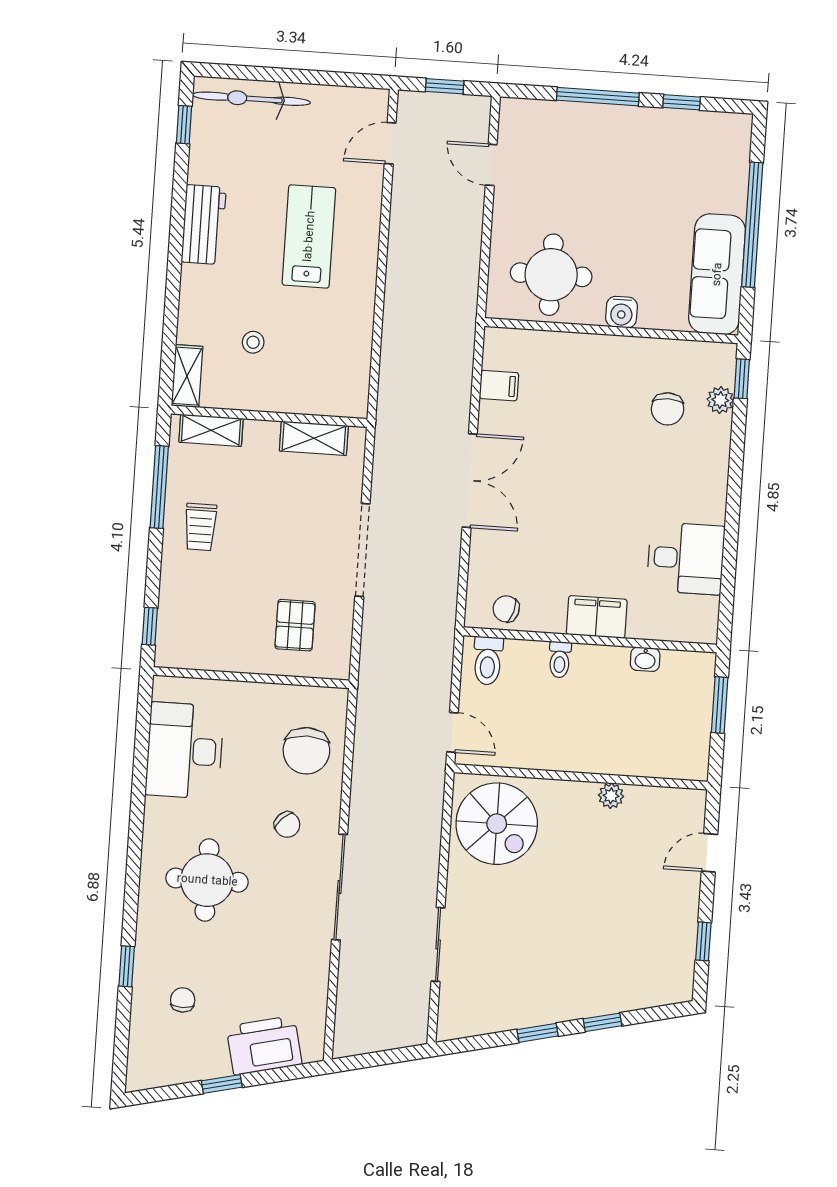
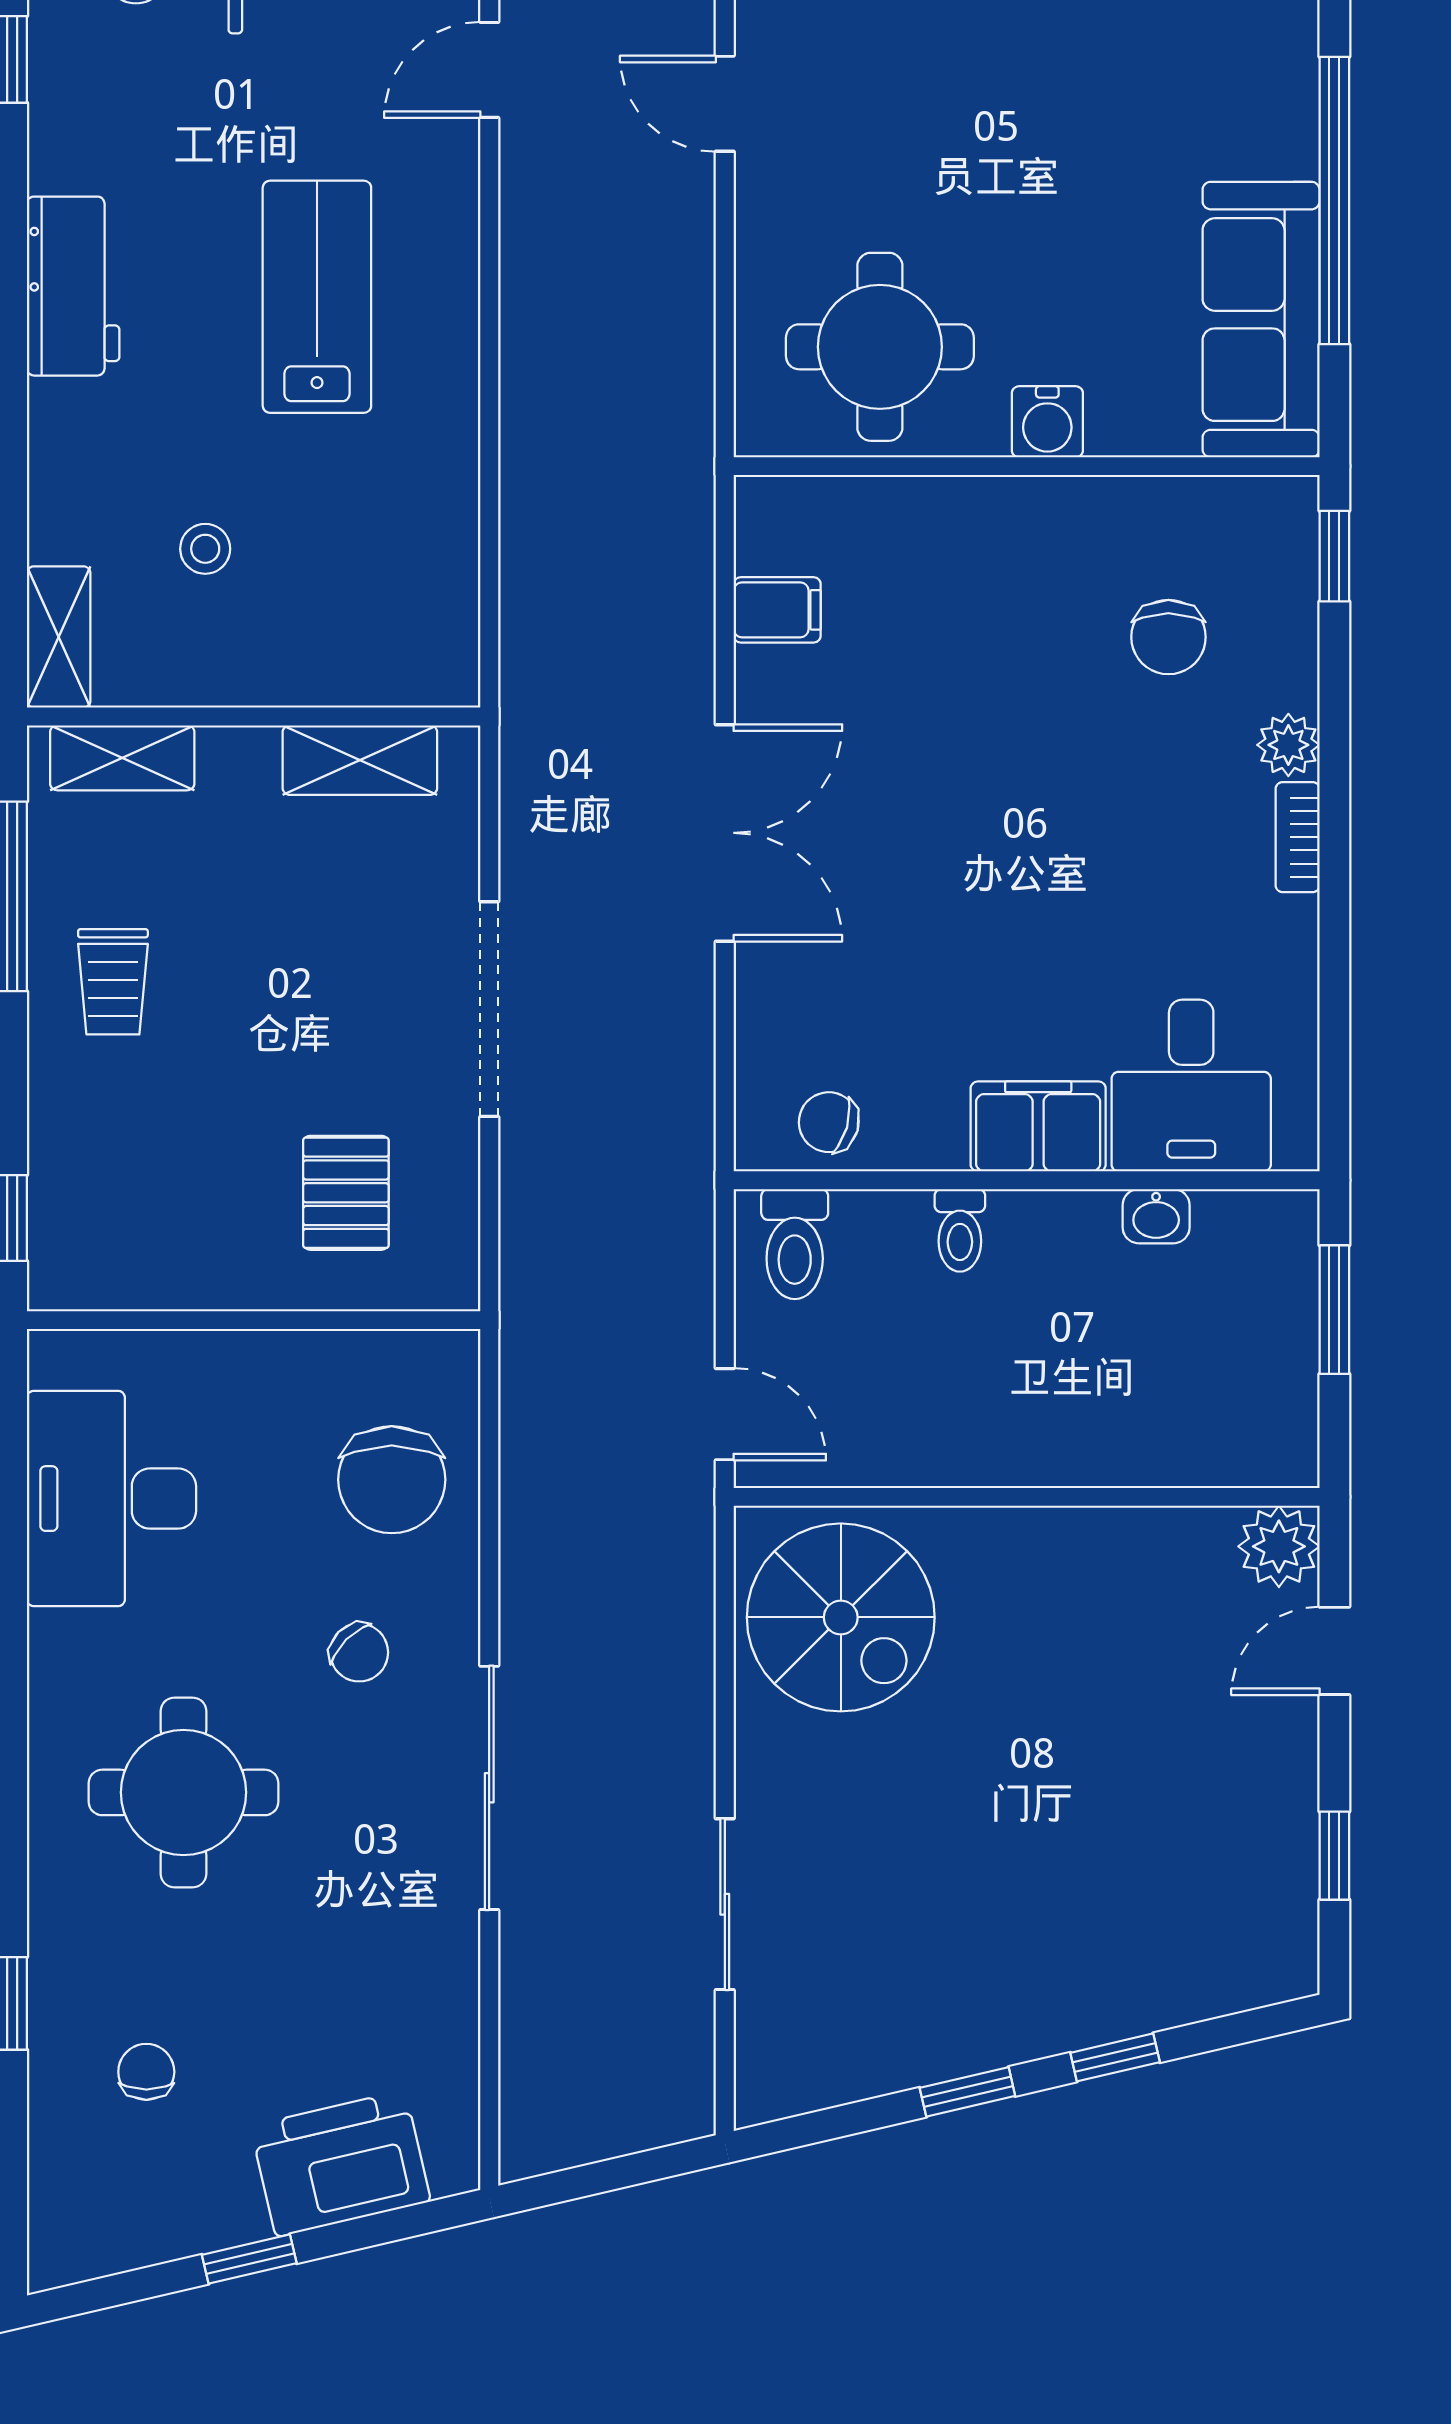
plant: (720, 400) -> (1288, 745), moved
bookcase: (718, 499) -> (1298, 837), added
desk: (686, 558) -> (1191, 1086), moved, turned 90
plant: (611, 796) -> (1279, 1546), moved, width x1.38, depth x1.38

